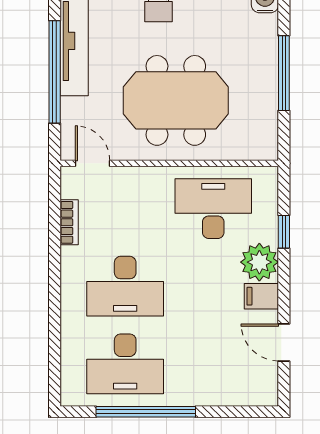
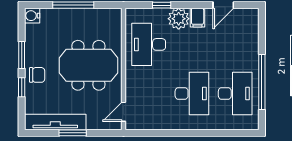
window: (55, 72) -> (73, 133), width x0.47
meeting table: (176, 100) -> (88, 65), turned 90
bookcase: (69, 222) -> (156, 125), removed

